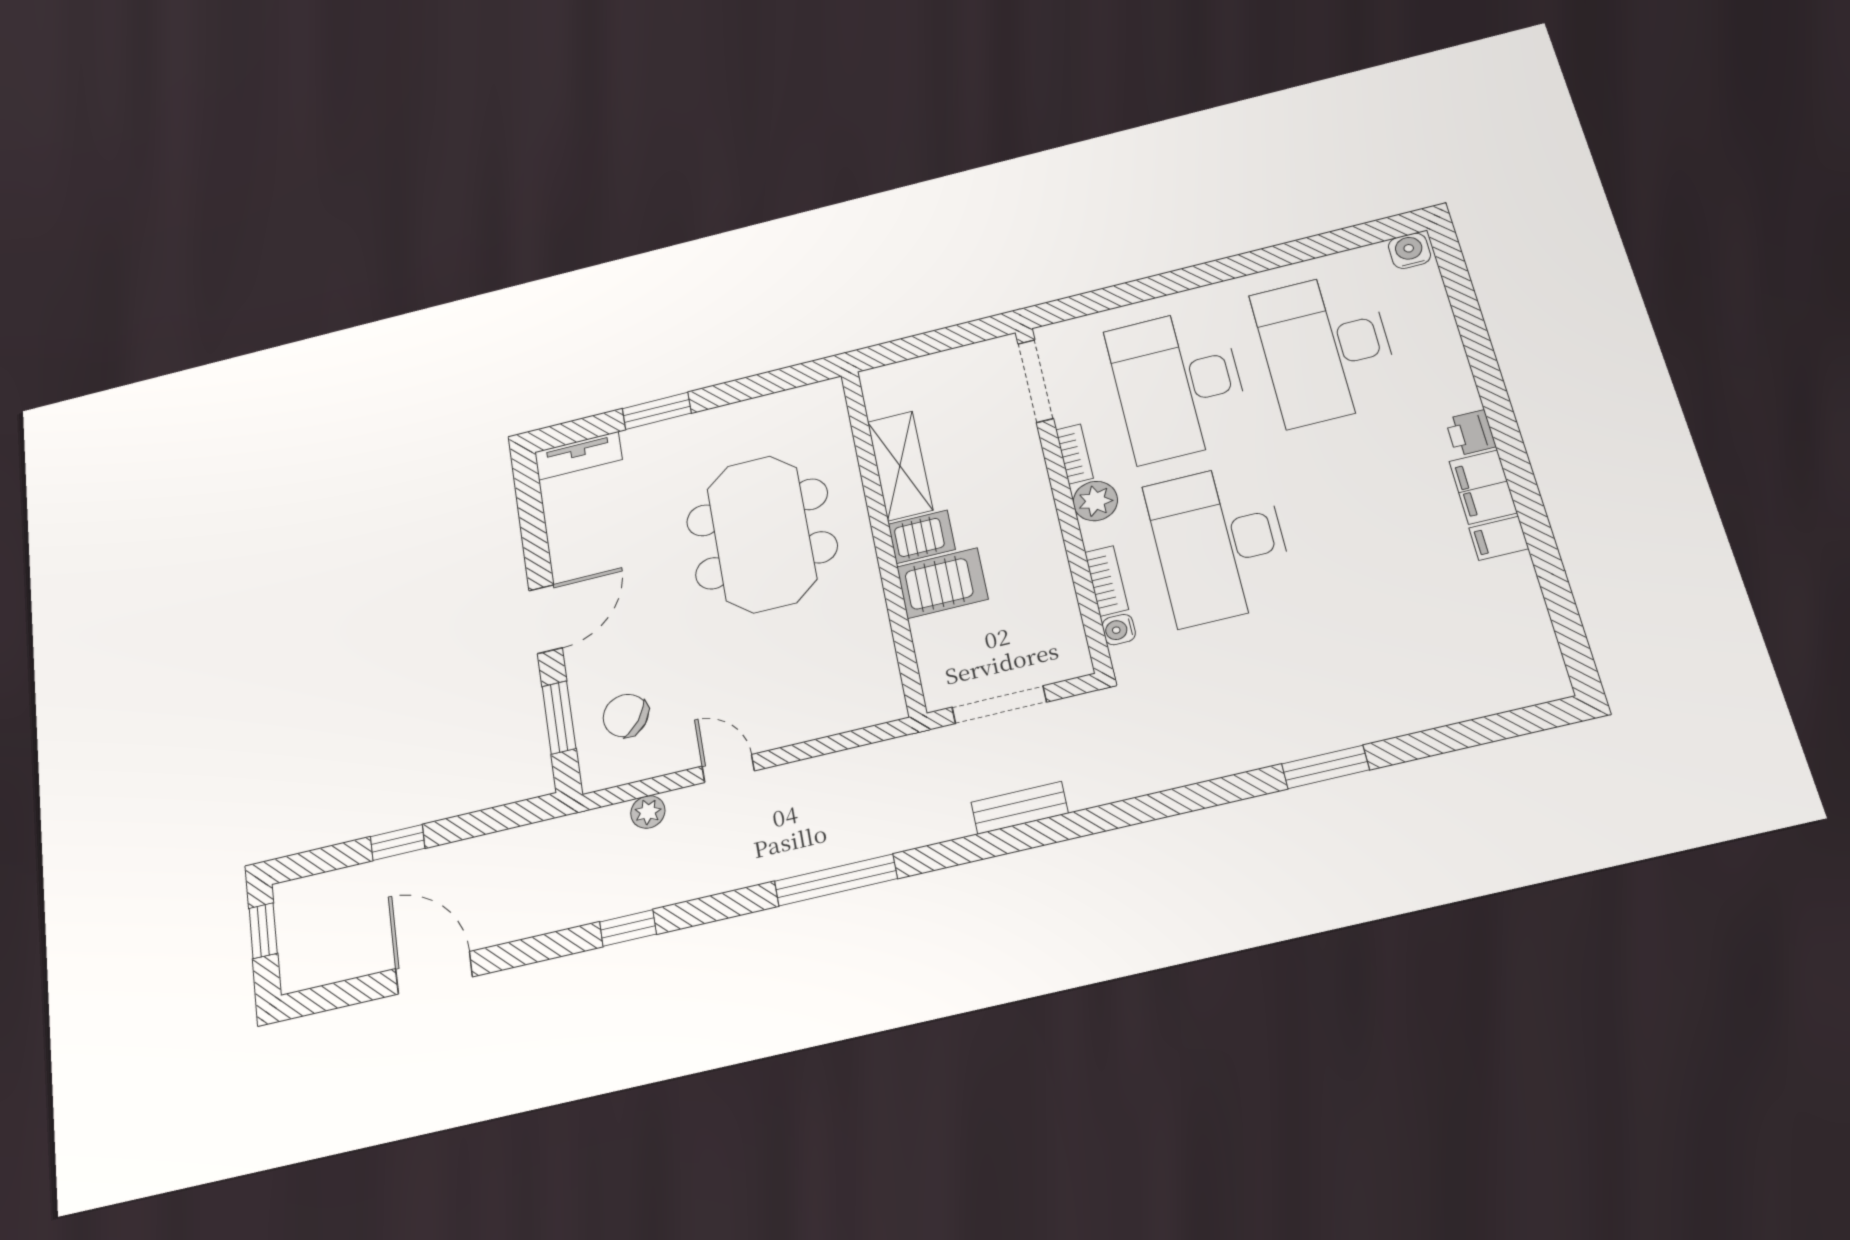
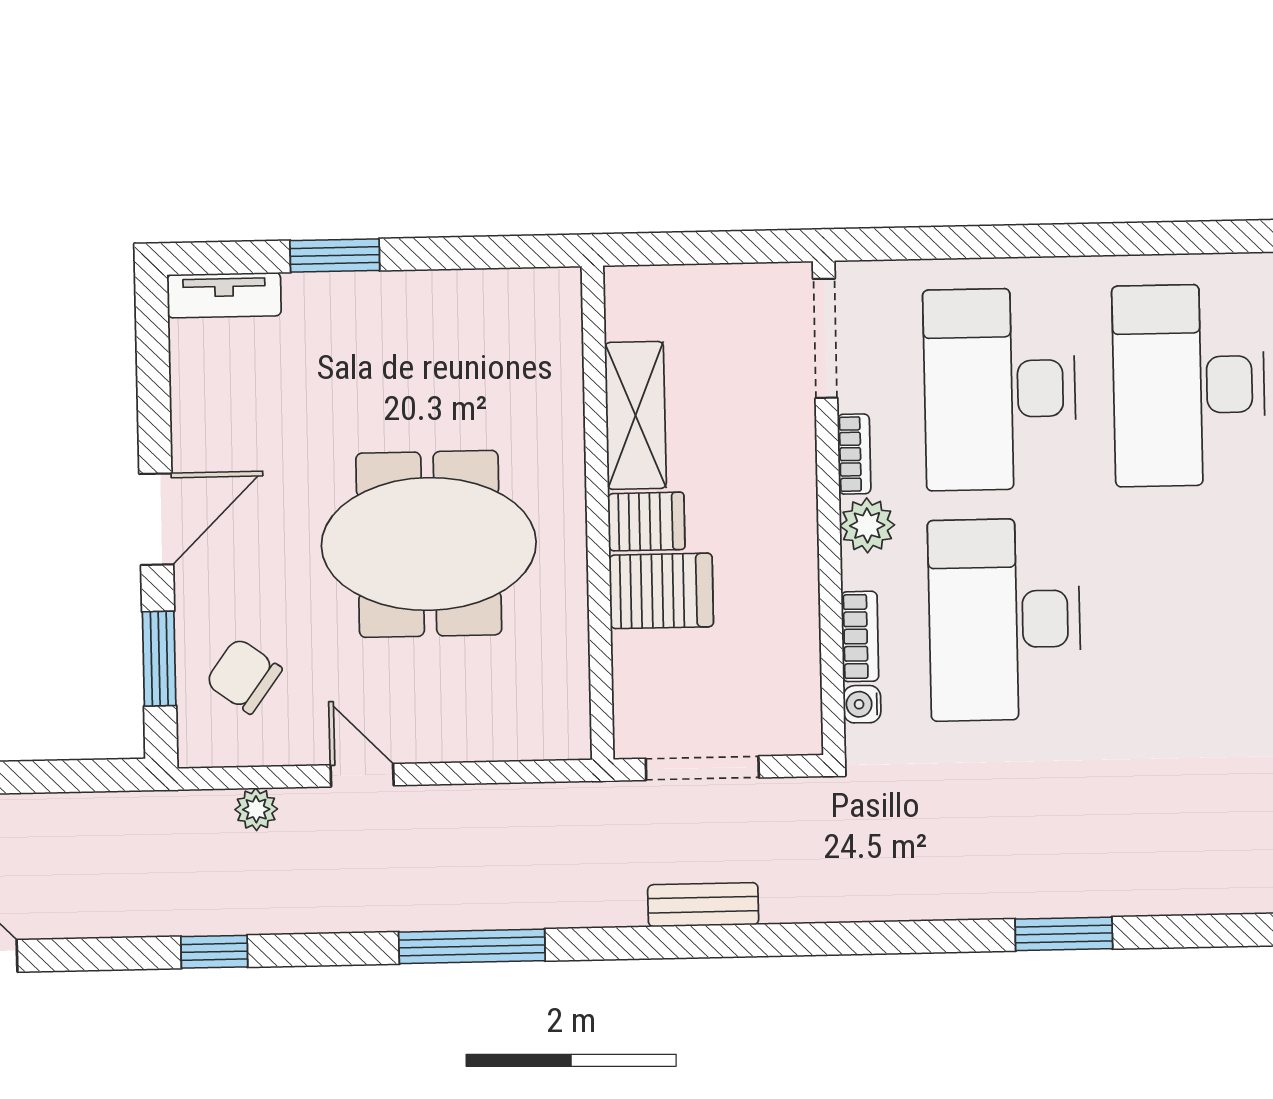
meeting table: (762, 534) -> (429, 544), moved, turned 90

